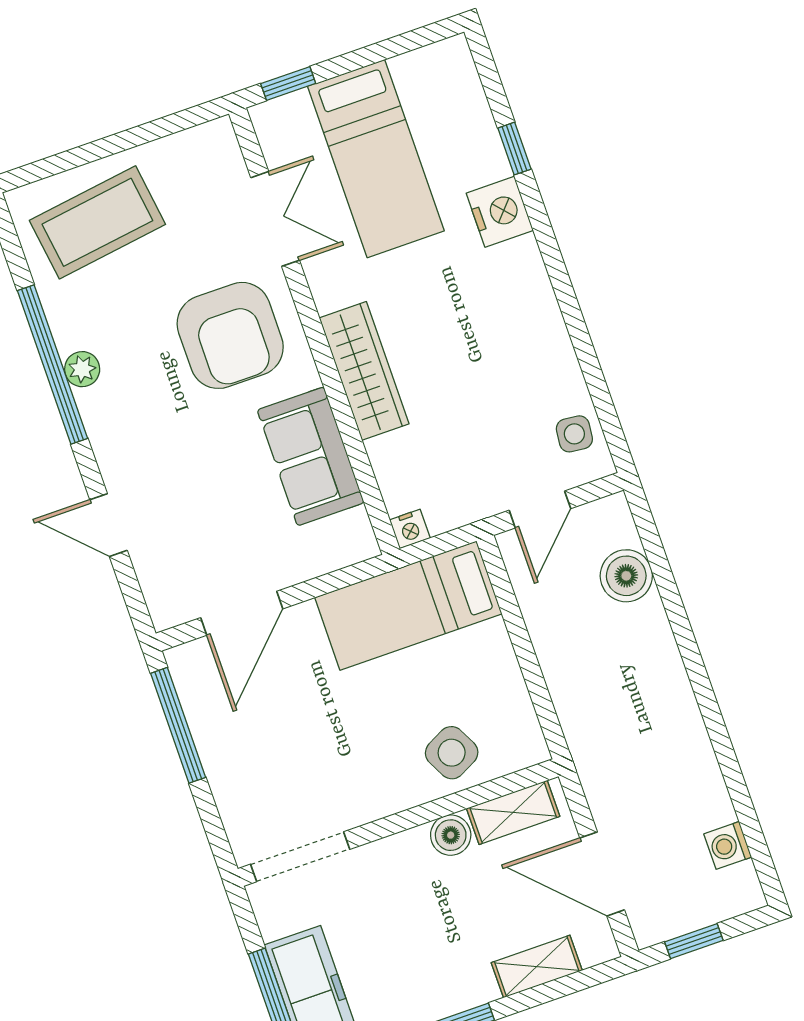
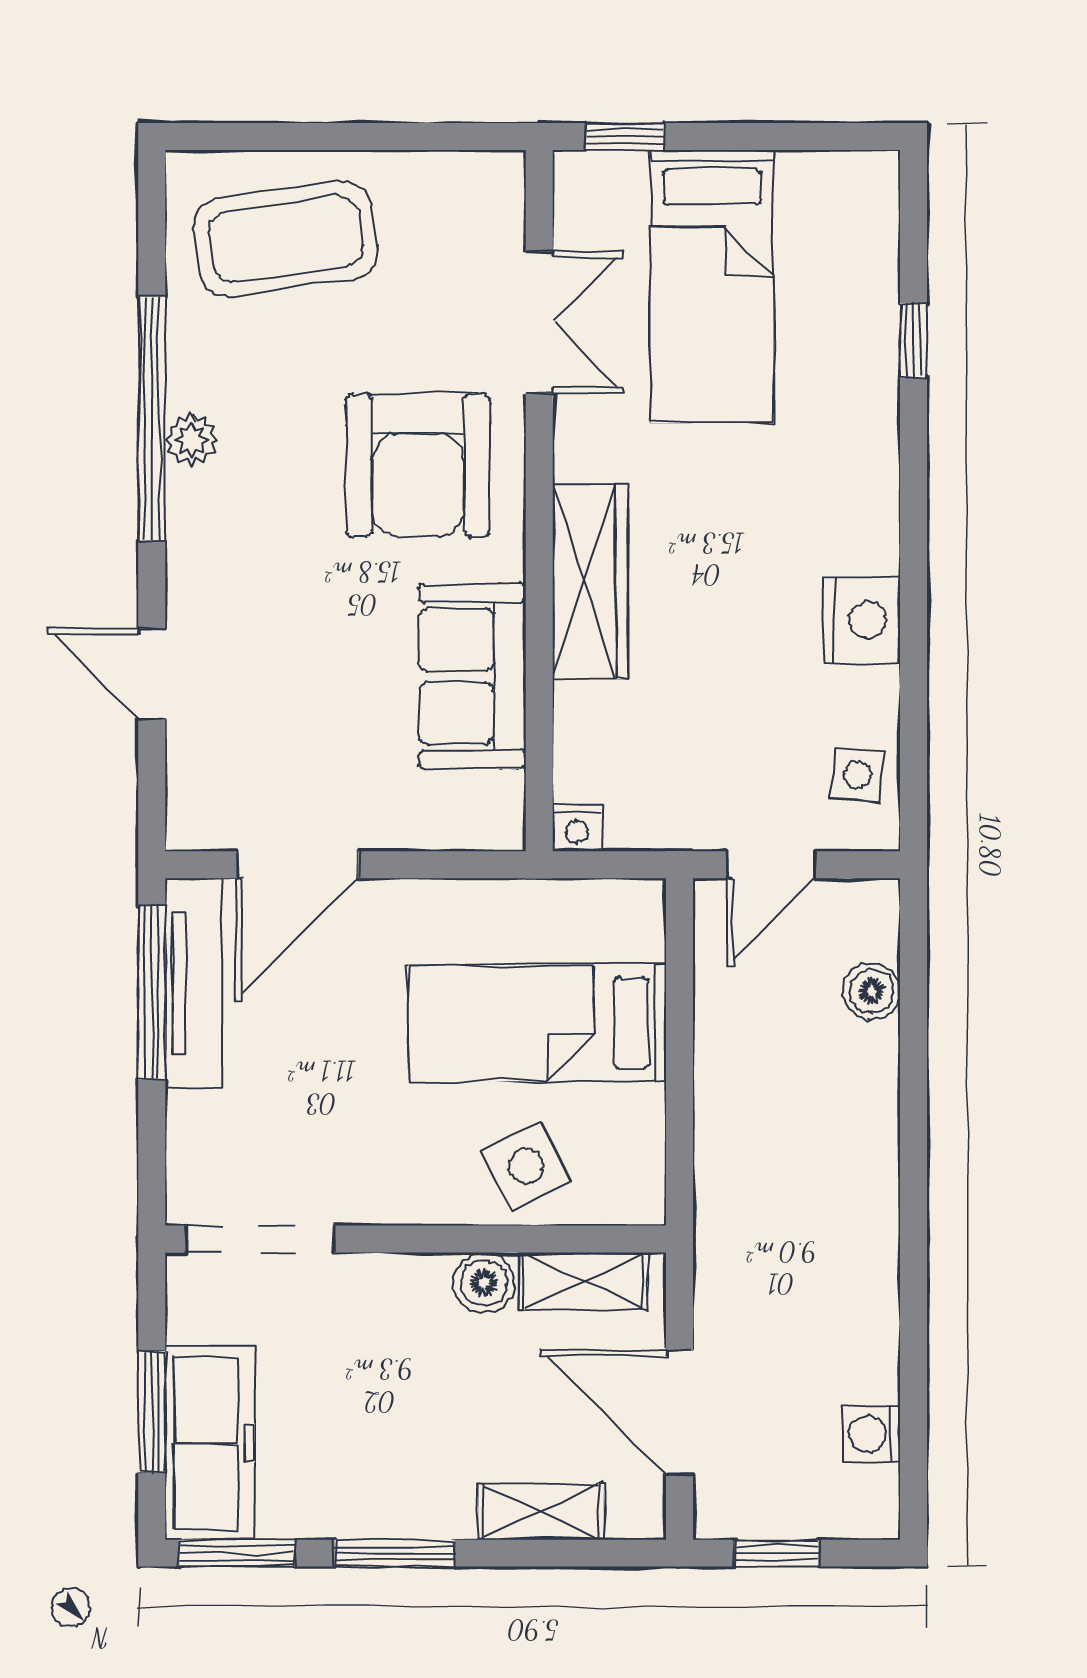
nightstand: (500, 212) -> (861, 620), moved
boiler: (626, 576) -> (871, 991), width x0.73, depth x0.73
bed: (408, 606) -> (537, 1023), moved
tv unit: (202, 710) -> (193, 983), added

